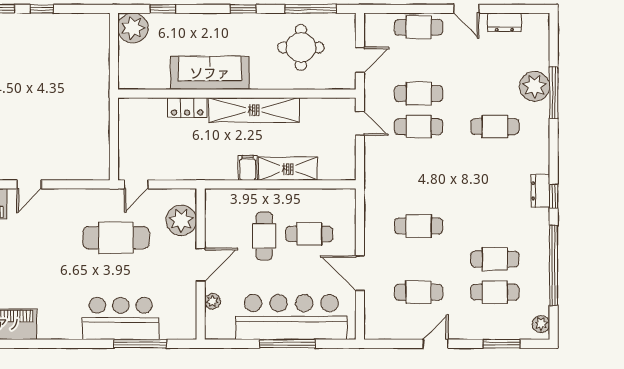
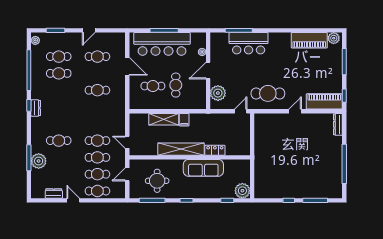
cafe table: (419, 60) -> (97, 174), added
cafe table: (116, 238) -> (268, 93), moved

